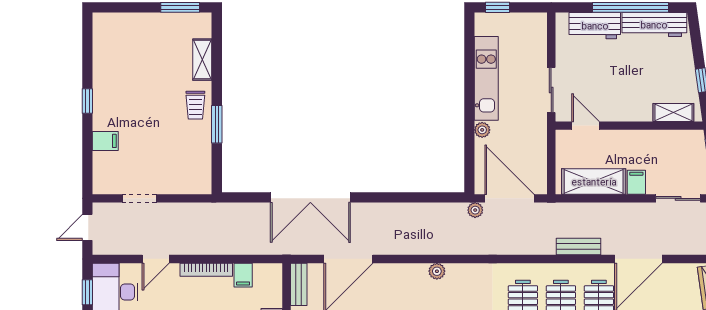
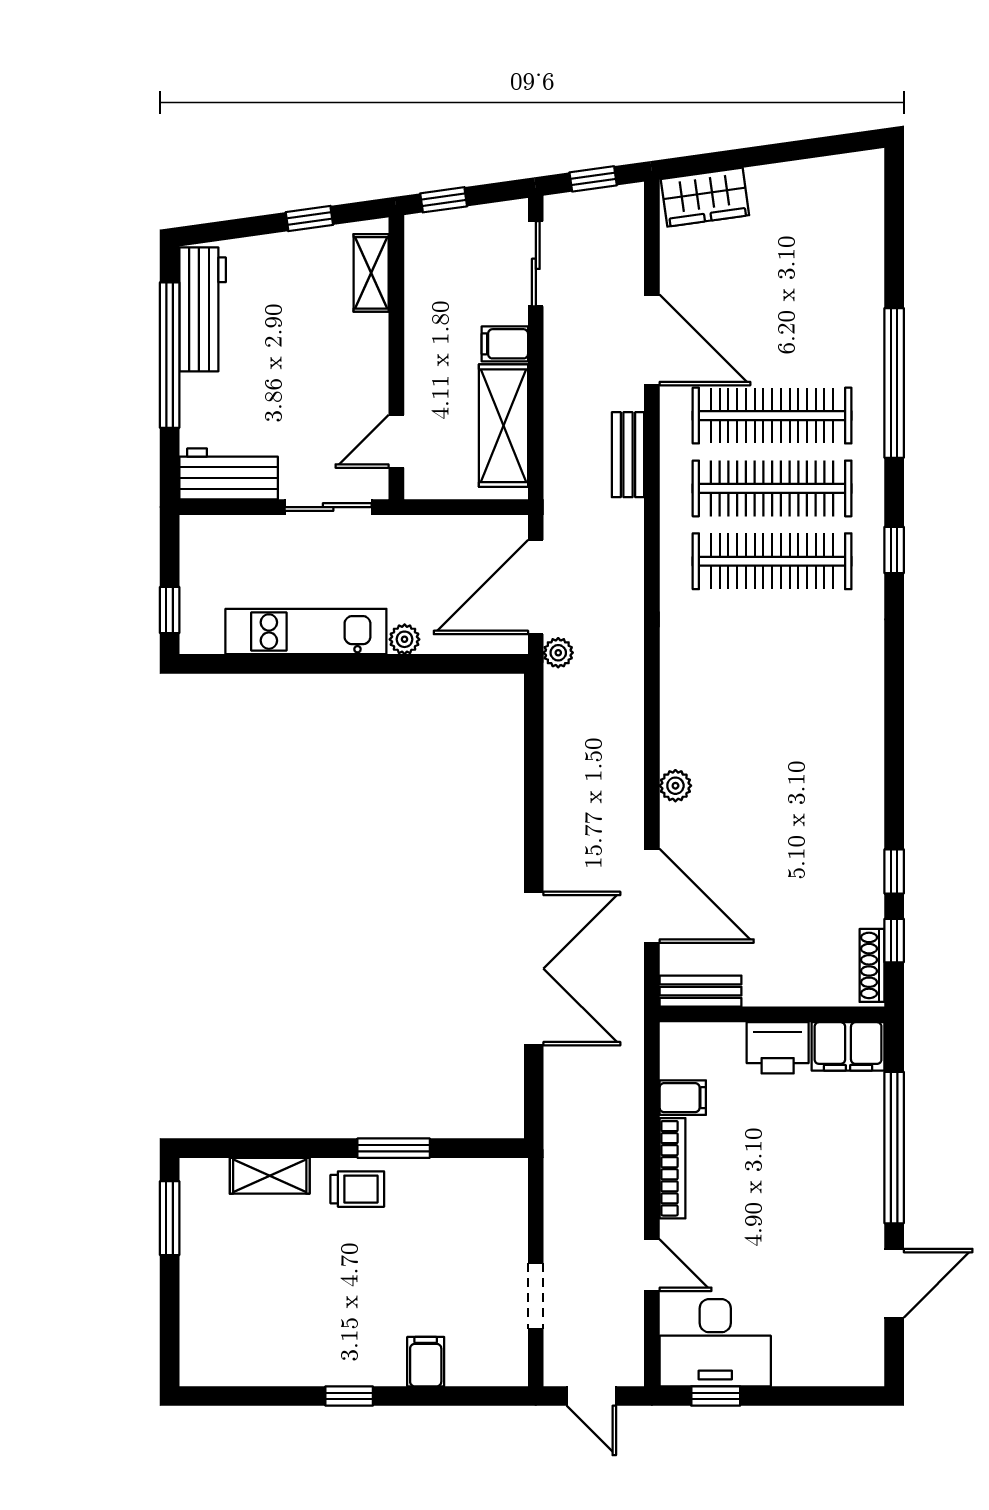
workbench: (595, 26) -> (229, 474), moved, turned -90
plant: (437, 271) -> (675, 786), moved

